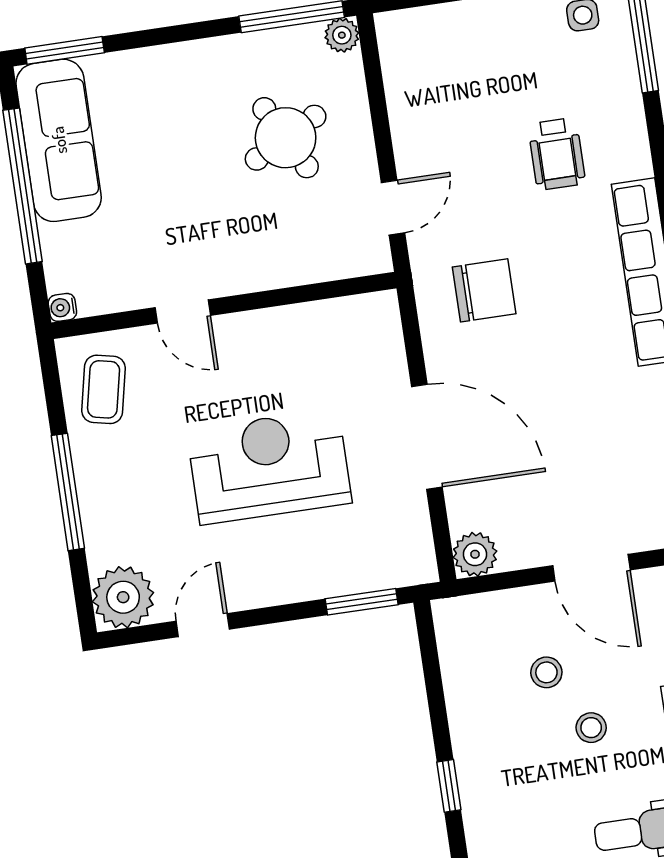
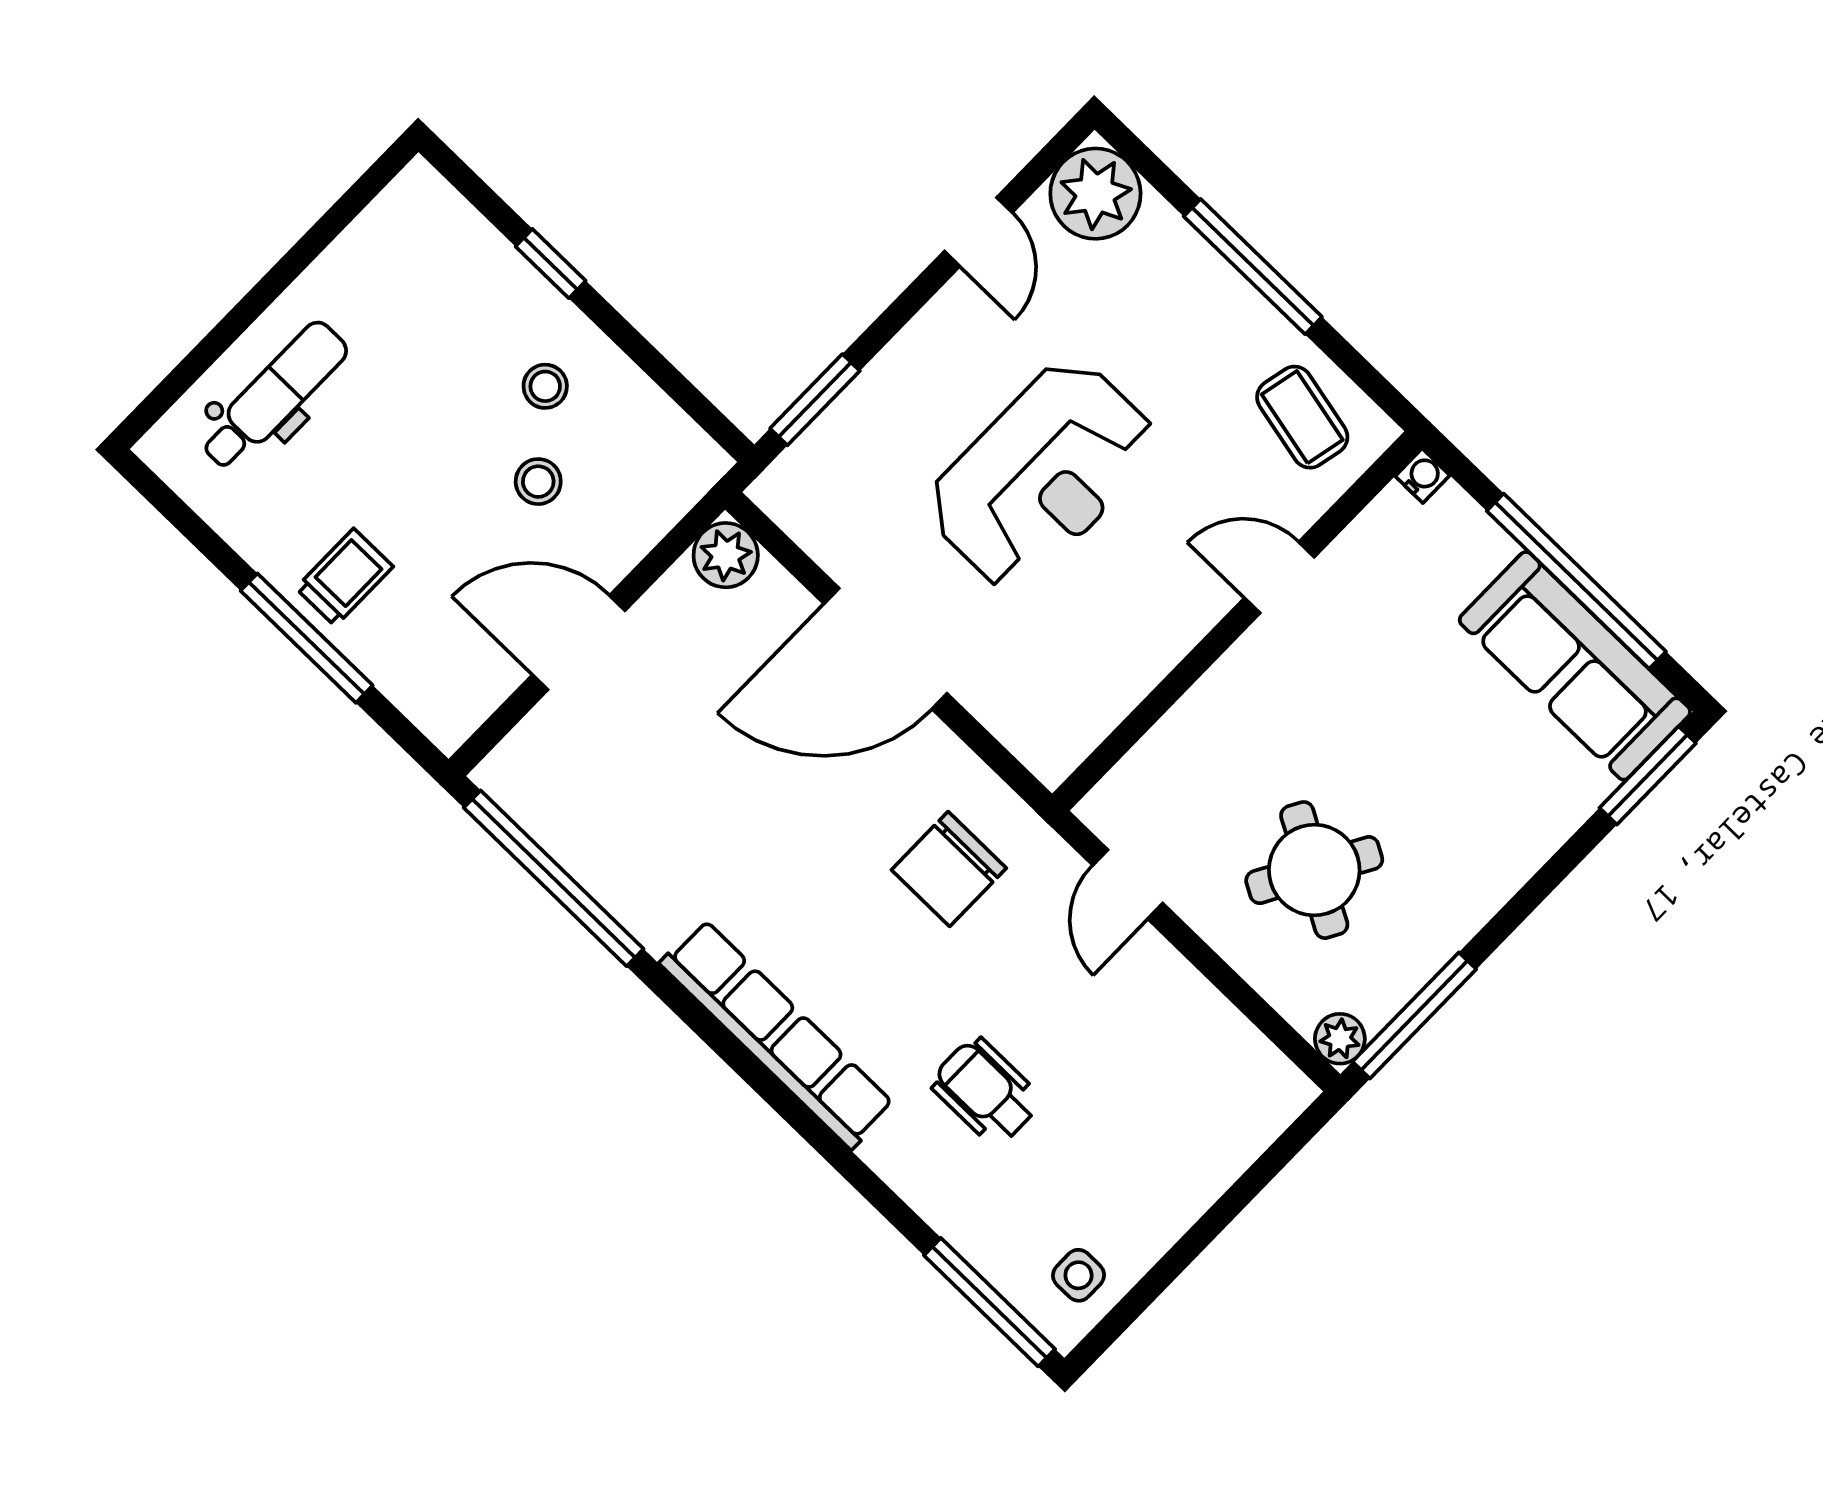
round table: (286, 138) -> (1314, 870), turned -33
stool: (591, 728) -> (545, 386), moved

